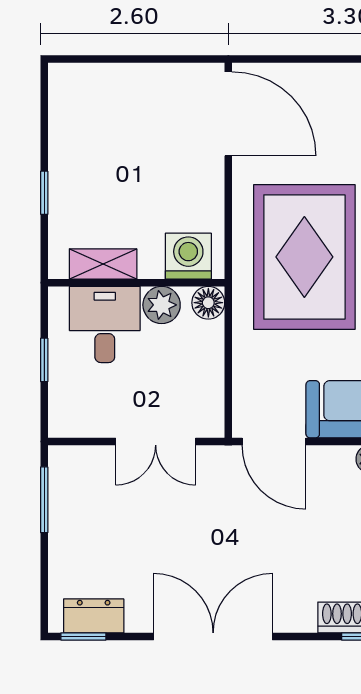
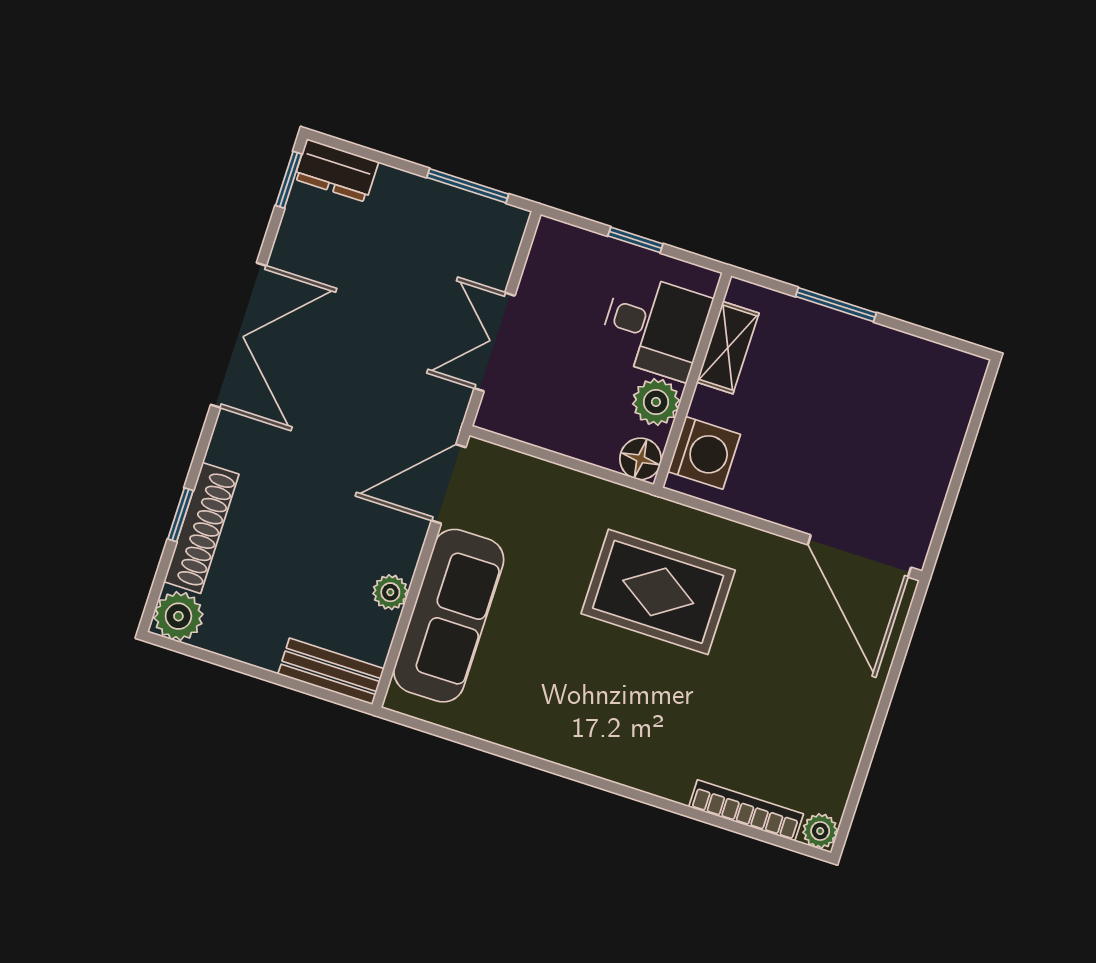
door: (228, 114) -> (859, 556), hinge flipped
window: (44, 193) -> (836, 305), width x1.50
rug: (304, 257) -> (658, 592), width x0.73, depth x0.69
dresser: (94, 616) -> (336, 170), moved, turned 90

